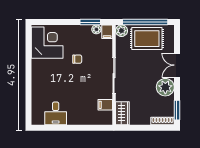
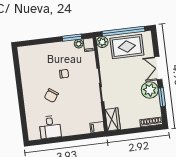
corner desk: (47, 43) -> (34, 62), removed
chair: (61, 80) -> (51, 96), added
filing cabinet: (105, 105) -> (97, 127), moved
window: (177, 110) -> (162, 97), moved

